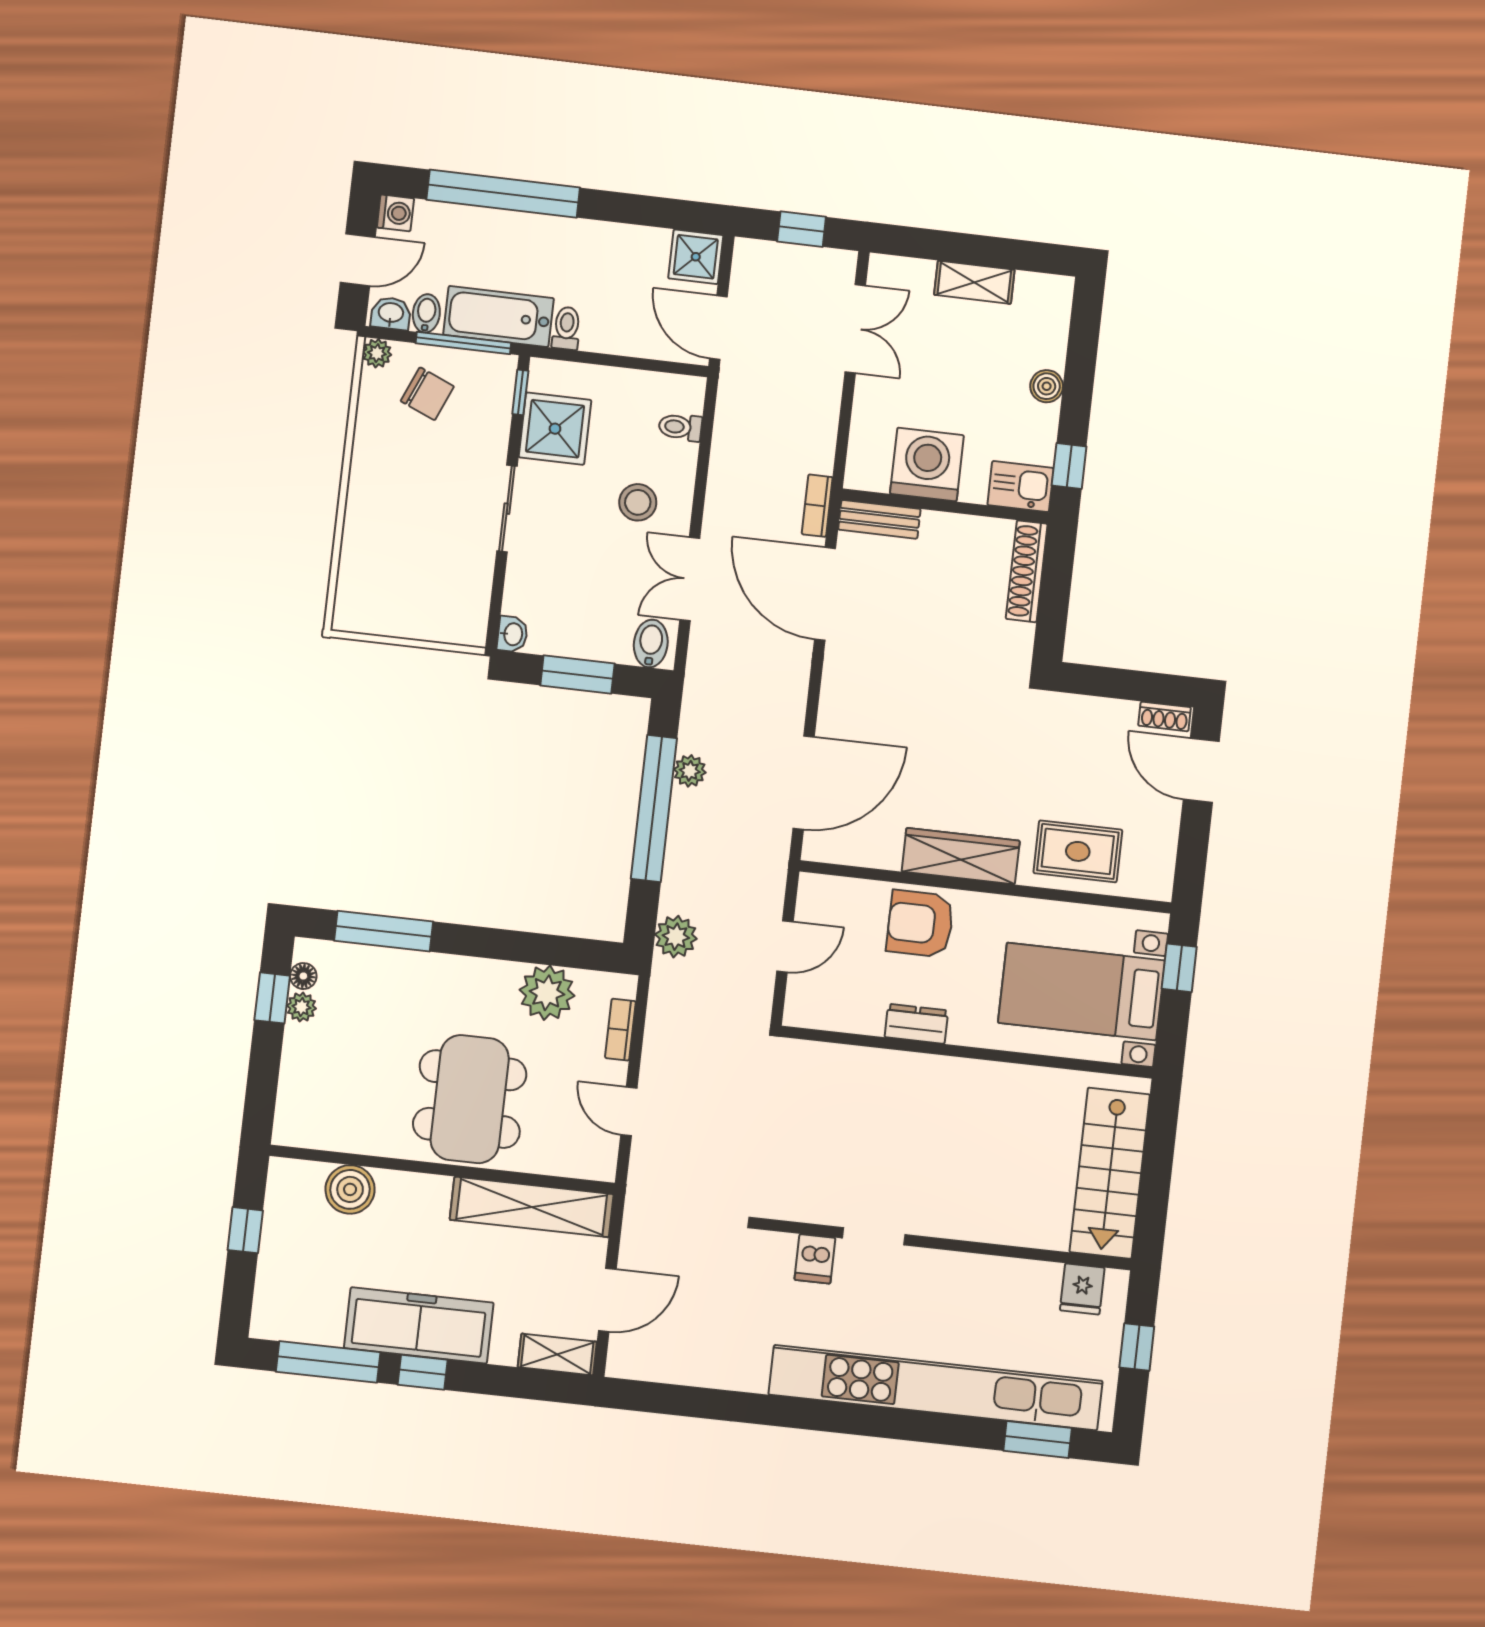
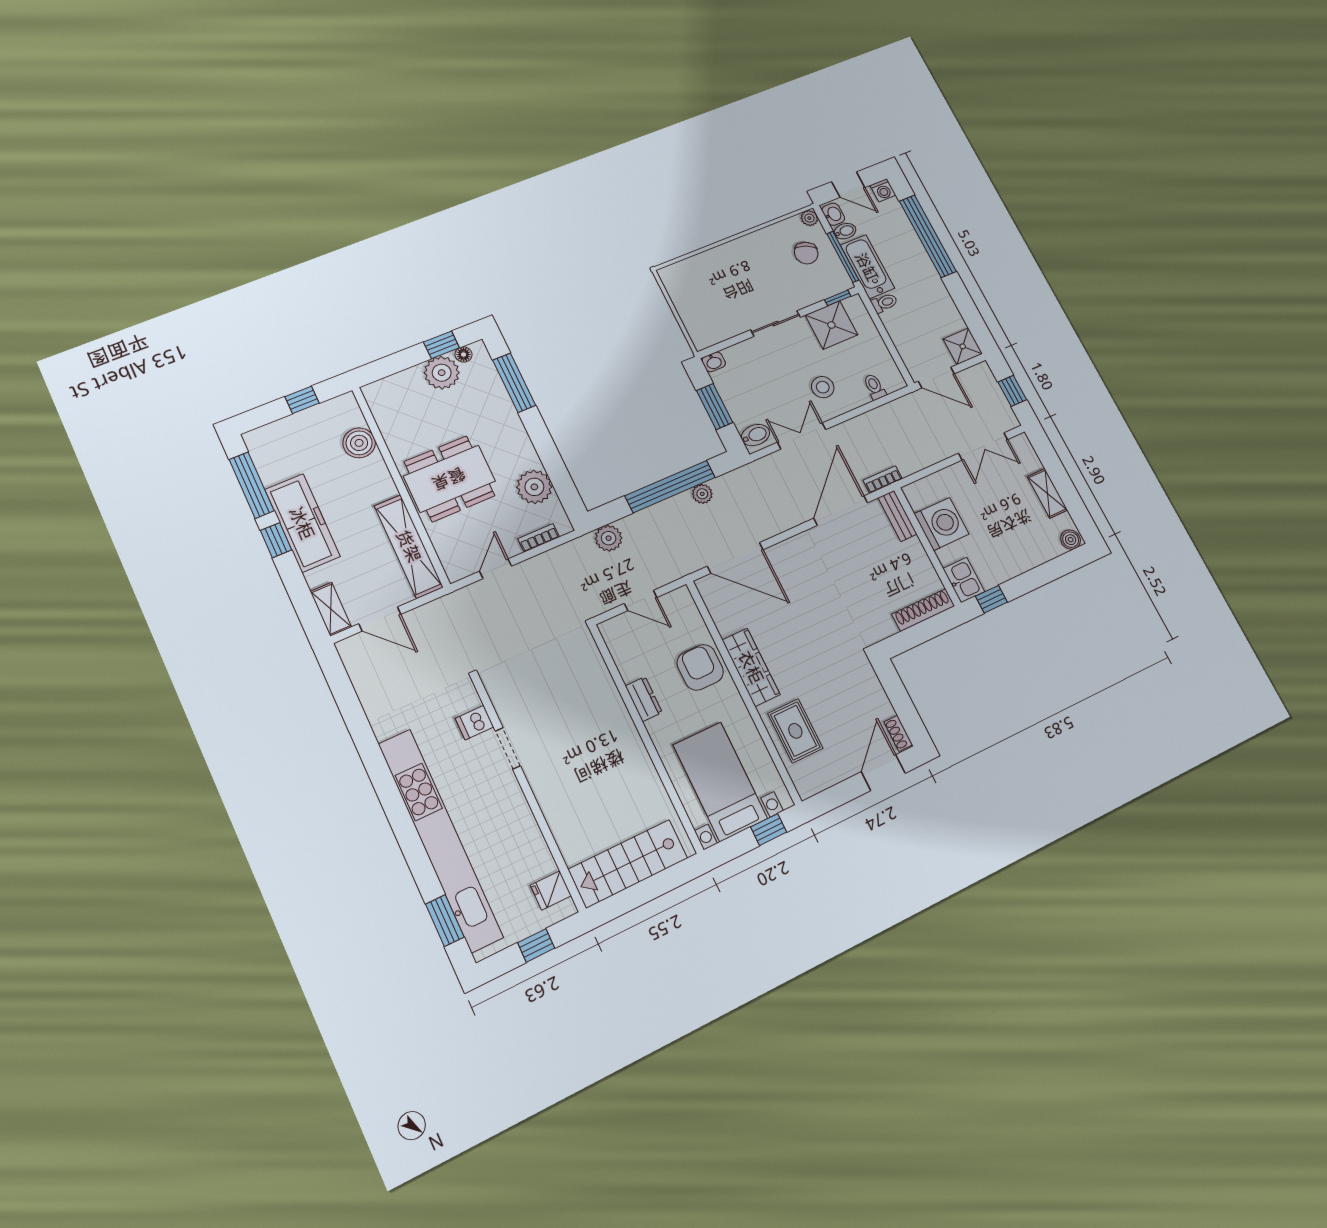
door: (718, 328) -> (936, 378), swing flipped
boiler: (1047, 386) -> (1071, 540), moved
plant: (301, 1007) -> (442, 373), width x1.88, depth x1.88

